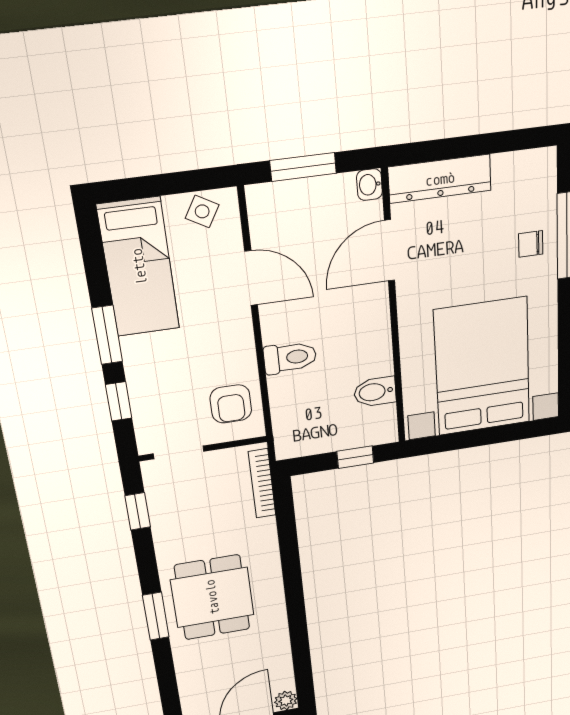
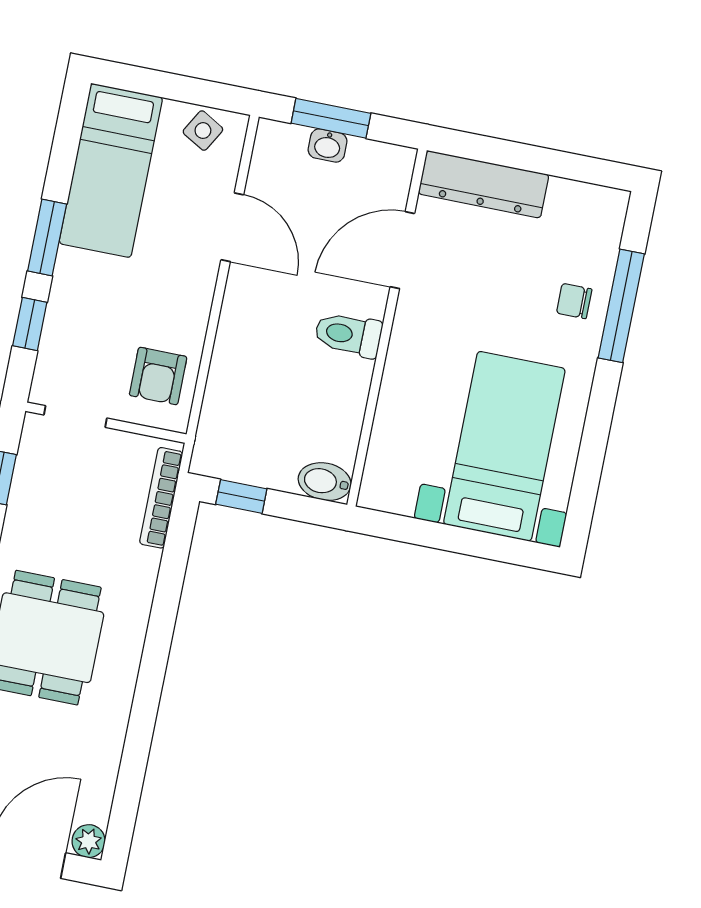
washbasin: (369, 185) -> (328, 146), moved, turned -90
toilet: (290, 358) -> (348, 335), moved, turned 180
bed with nightstands: (482, 367) -> (504, 446), width x0.73
bidet: (375, 392) -> (325, 482), moved
window: (355, 457) -> (241, 497), moved

